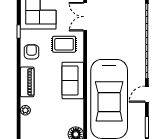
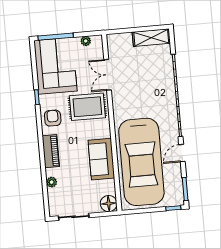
rug: (64, 44) -> (87, 107), width x1.36, depth x1.43
sofa: (73, 80) -> (101, 159), moved

